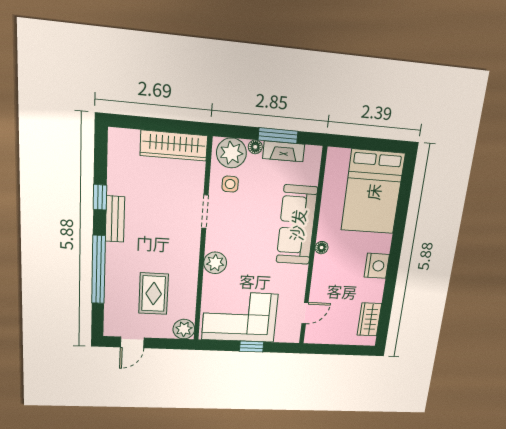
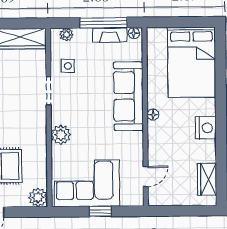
window: (278, 136) -> (104, 23), width x1.44
floor lamp: (255, 147) -> (134, 33), moved
plant: (231, 153) -> (67, 35), width x0.53, depth x0.53

